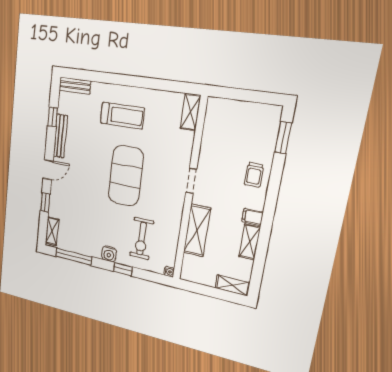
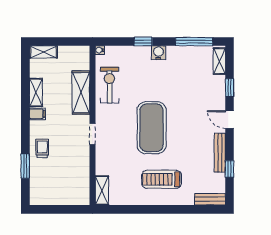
window: (283, 138) -> (25, 166), moved
door: (48, 170) -> (230, 119), hinge flipped
exercise bike: (142, 239) -> (109, 85), moved

